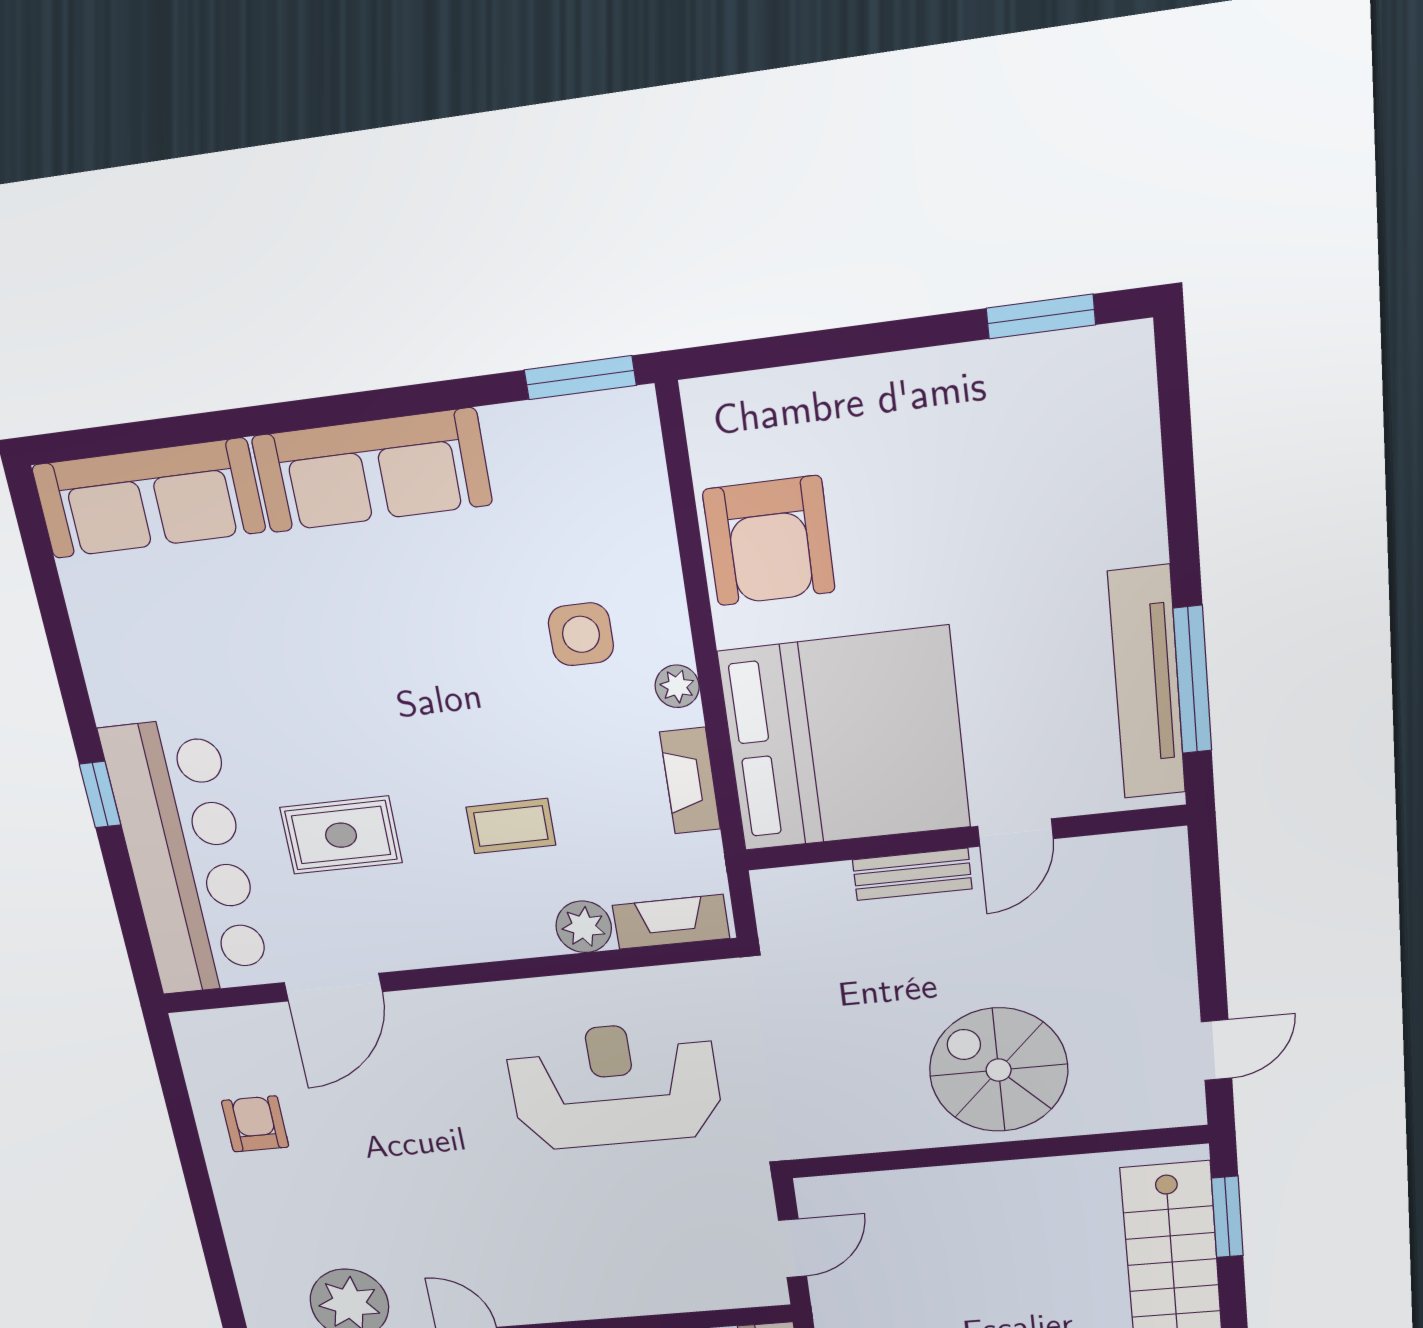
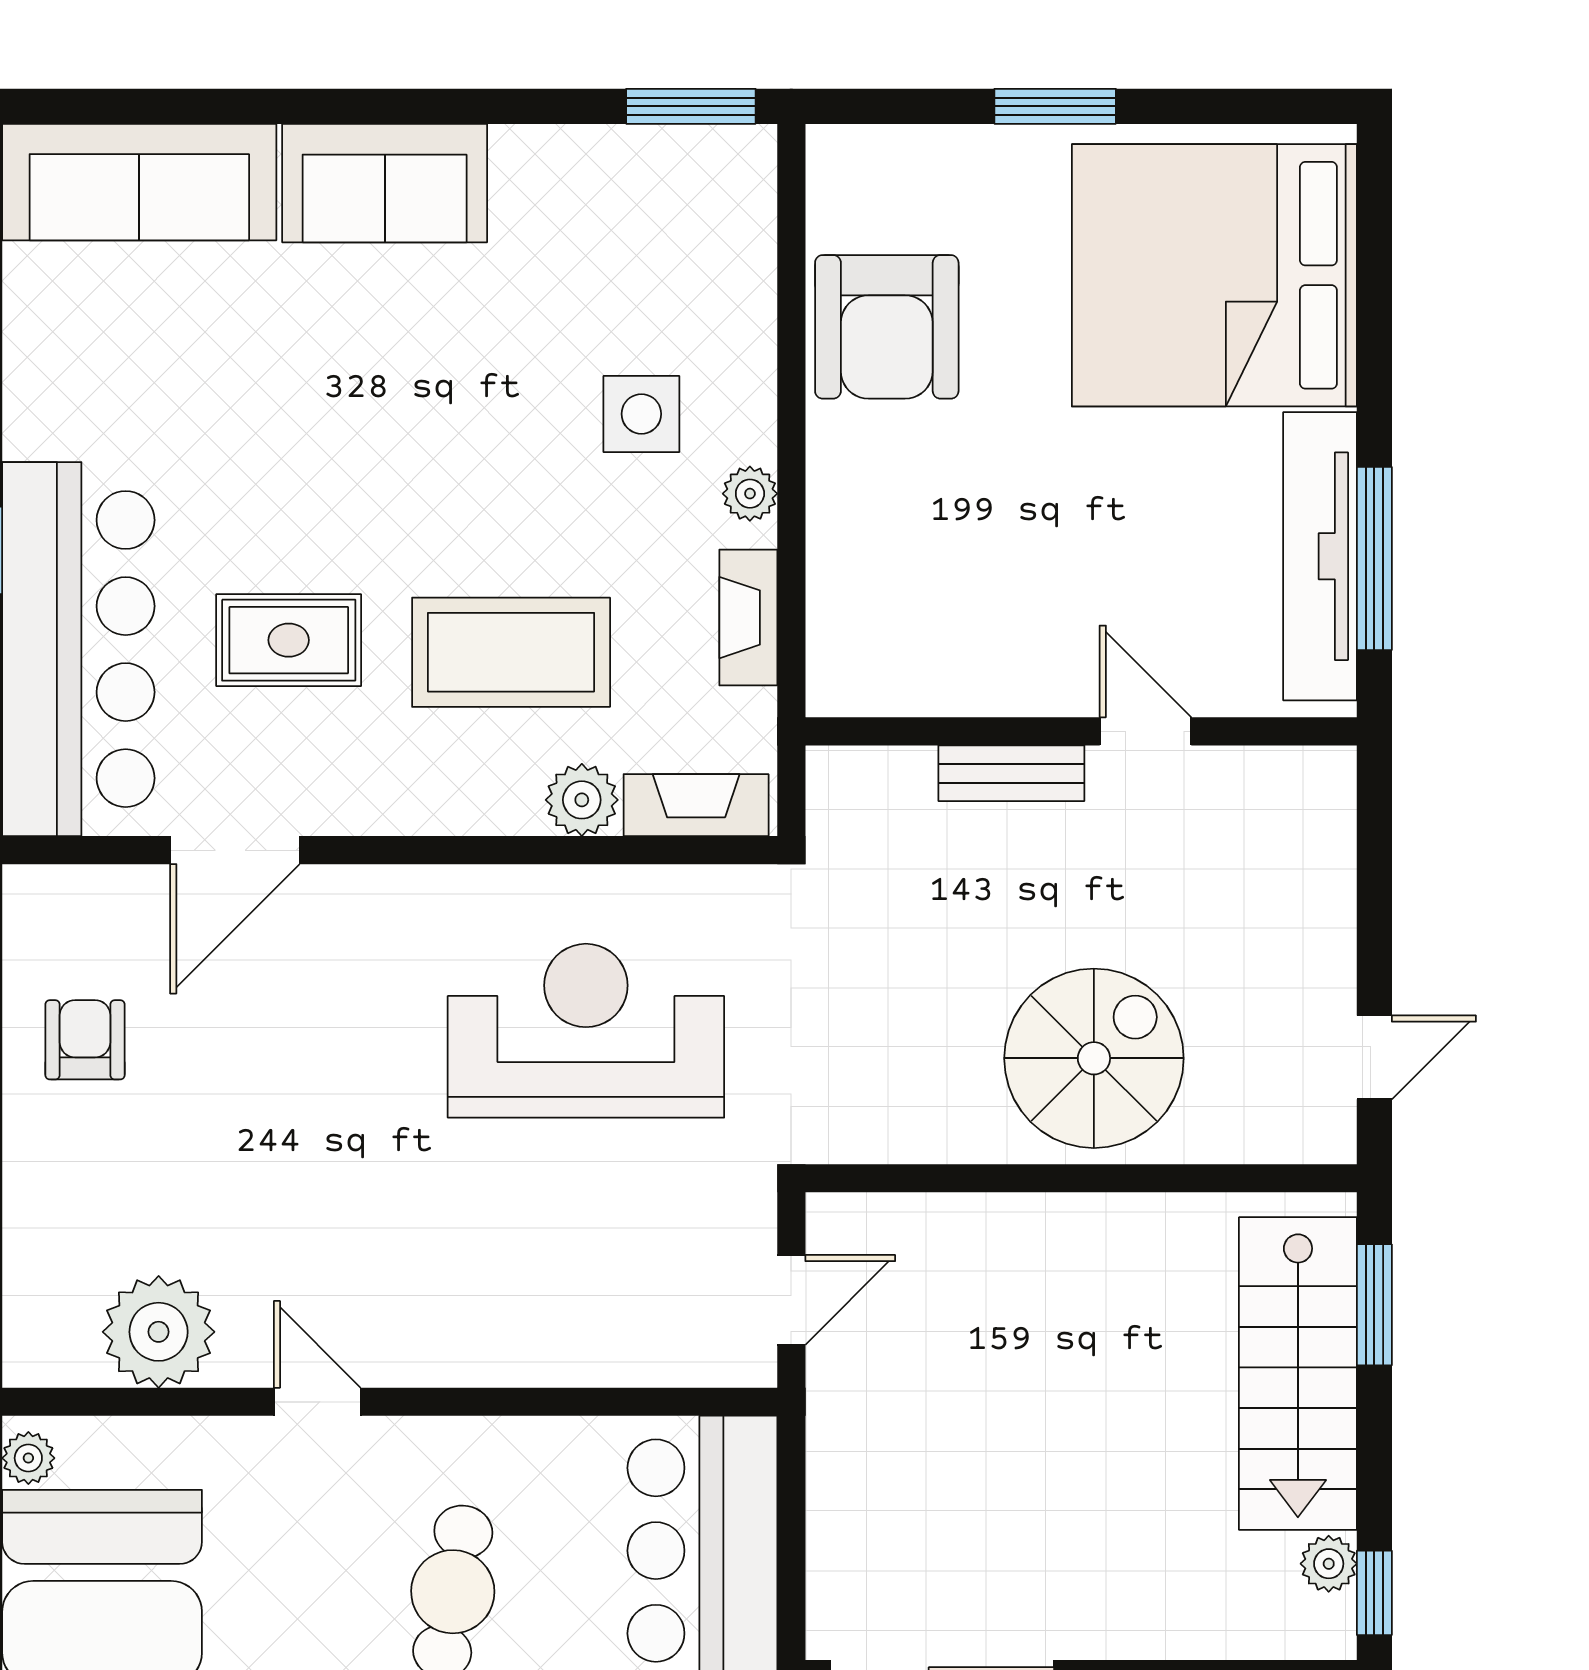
window: (1041, 317) -> (1055, 106), moved
sofa: (372, 471) -> (385, 183), width x0.73
bed: (845, 740) -> (1214, 275), moved, turned 180
coffee table: (511, 826) -> (511, 652), width x1.86, depth x1.72
door: (1016, 833) -> (1145, 731), swing flipped
spiral stairs: (999, 1070) -> (1094, 1058), turned 90

